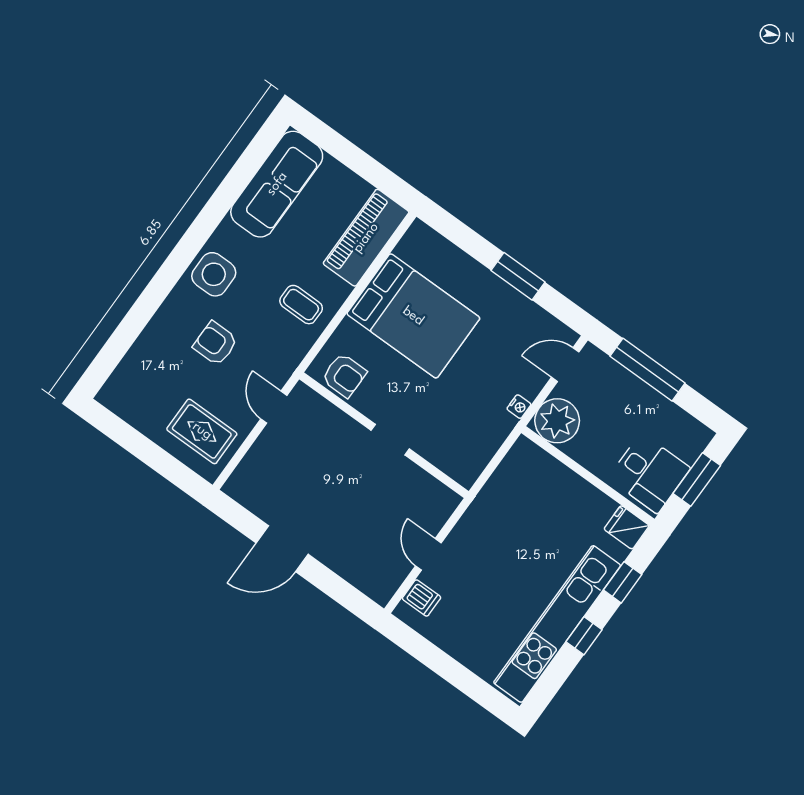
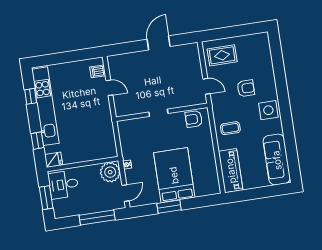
bed: (413, 316) -> (174, 175), moved, turned 90
window: (584, 636) -> (31, 96), moved

